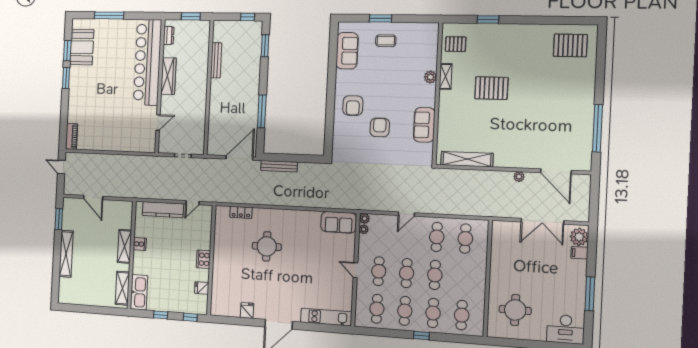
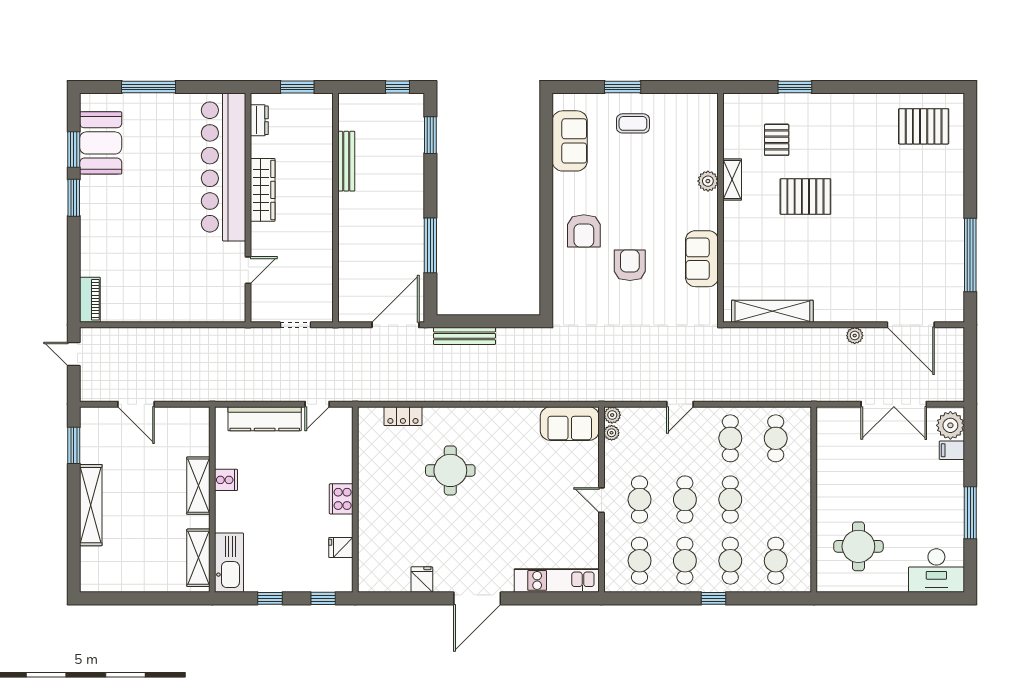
pallet: (456, 44) -> (777, 140), moved, turned 90

